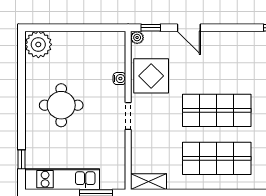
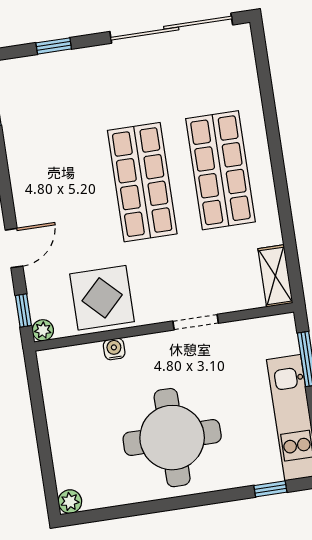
plant: (38, 44) -> (70, 502), width x0.53, depth x0.53
round table: (61, 105) -> (172, 438), width x1.36, depth x1.36
doorway: (128, 116) -> (196, 322), moved

